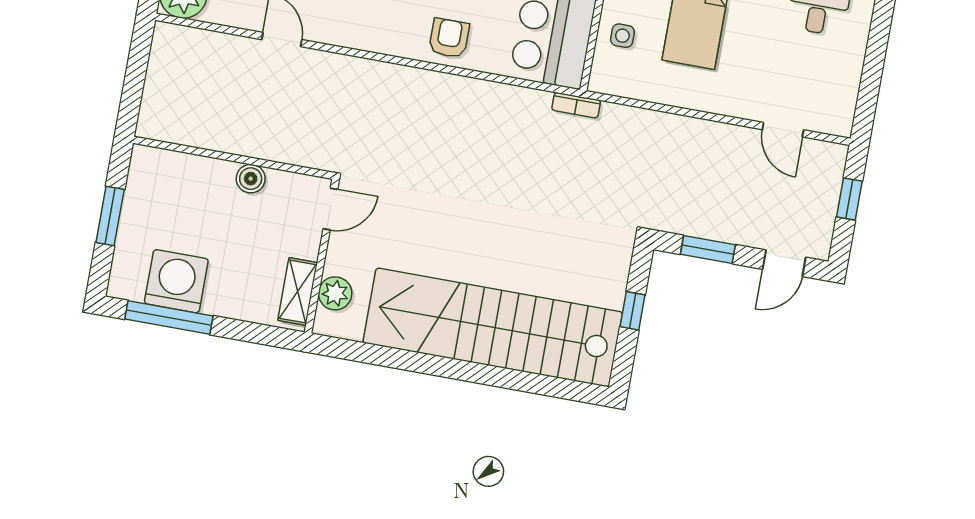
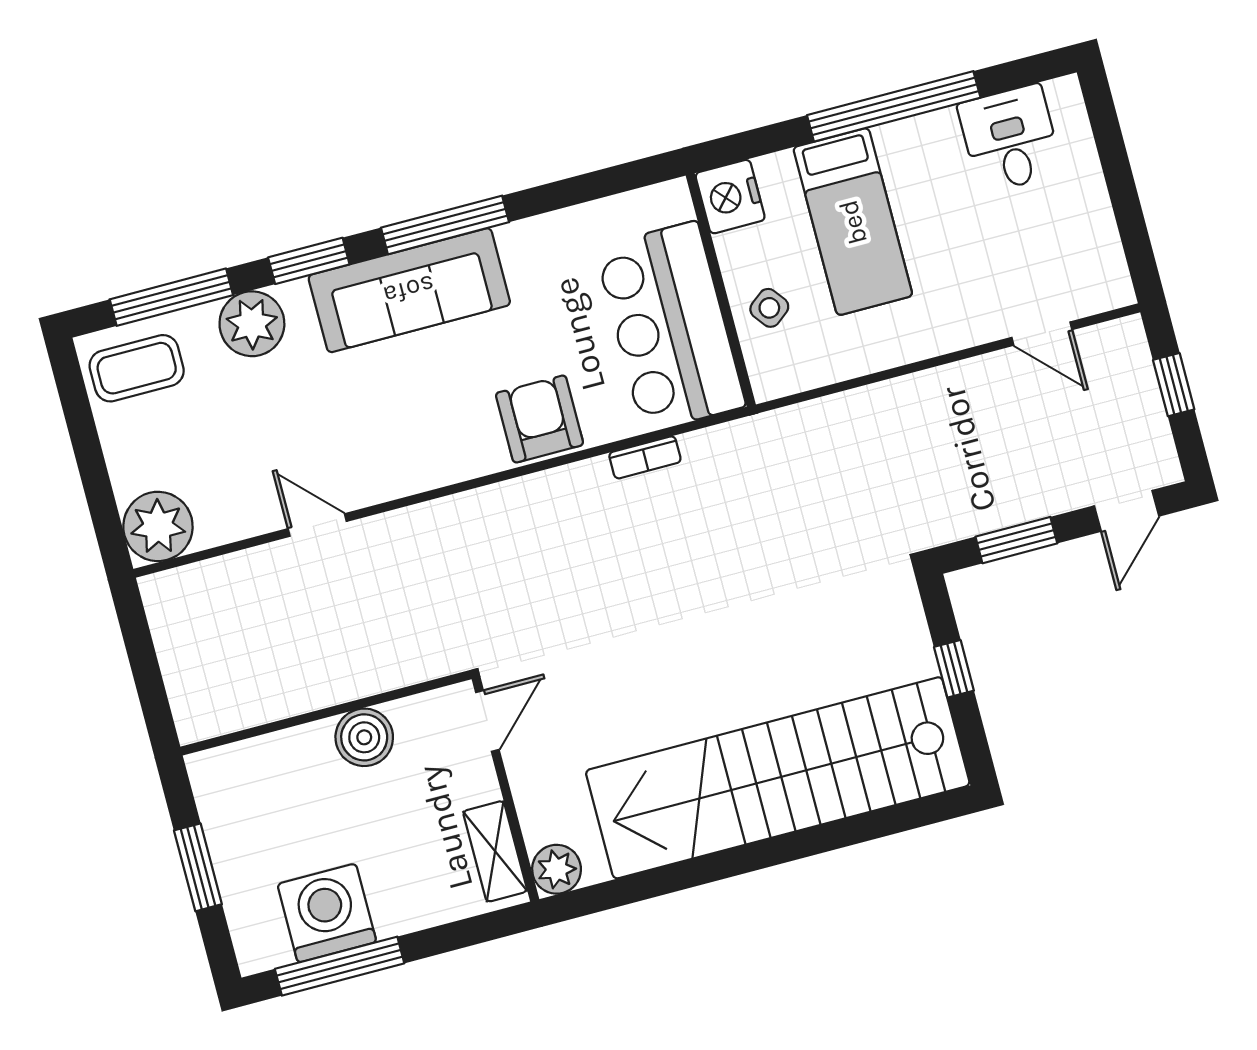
side table: (622, 36) -> (769, 308), turned -38
armchair: (449, 38) -> (540, 419), width x1.38, depth x1.38
bookcase: (576, 105) -> (645, 457), moved
boiler: (251, 179) -> (364, 737), width x1.36, depth x1.36
plant: (335, 293) -> (557, 869), moved

